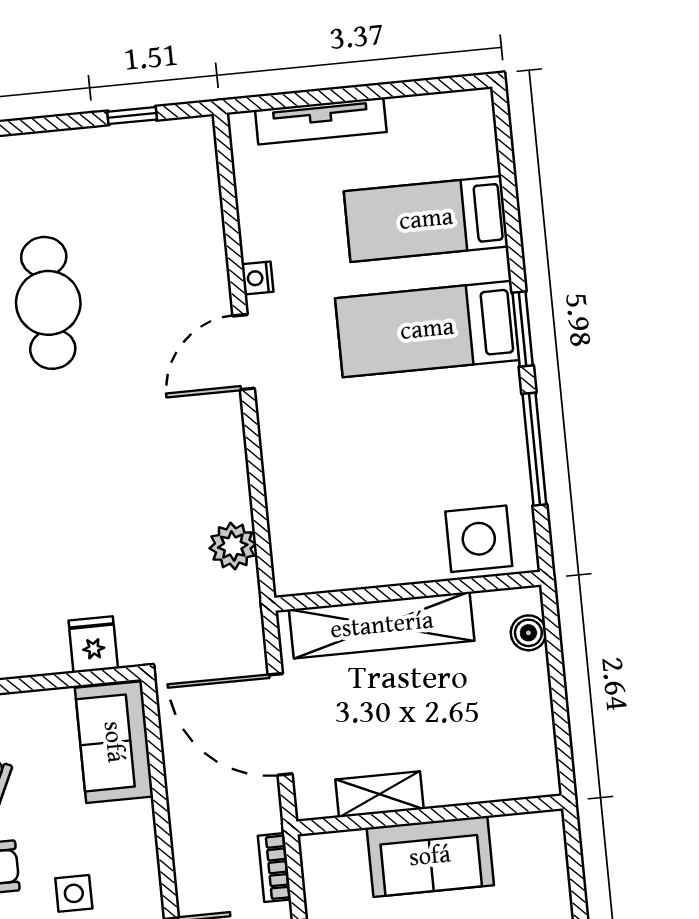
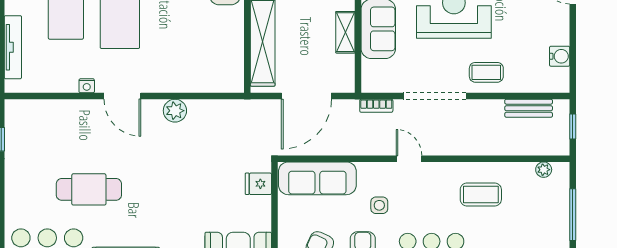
plant: (233, 546) -> (175, 111), moved
sofa: (114, 742) -> (317, 178), width x1.36
shelving: (379, 794) -> (345, 32), moved

